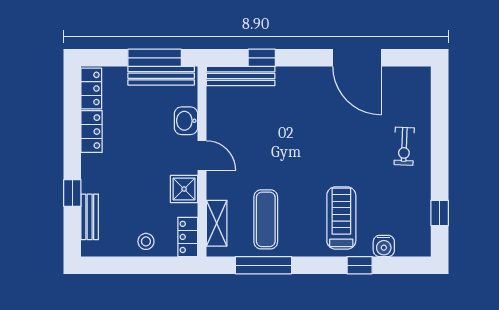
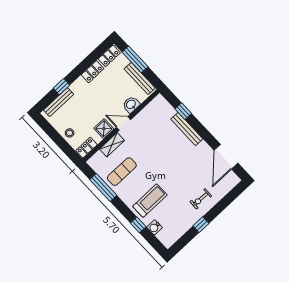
window: (155, 58) -> (135, 59), moved
door: (357, 58) -> (226, 157), moved
bench: (241, 76) -> (187, 129), moved
door: (202, 155) -> (123, 123), swing flipped
window: (440, 213) -> (201, 225), moved
bench: (90, 217) -> (59, 102), width x1.36
shelving: (217, 223) -> (112, 145), moved

